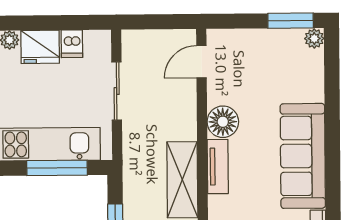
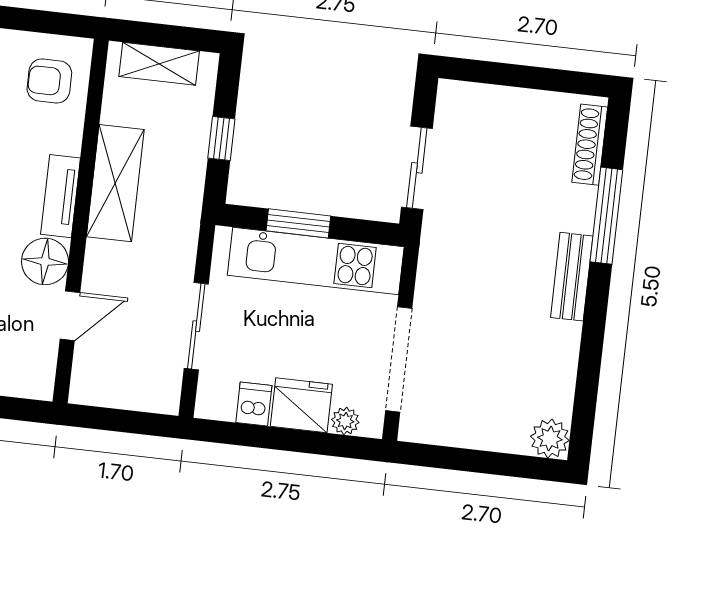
door: (202, 62) -> (70, 316), moved
window: (57, 168) -> (298, 223), width x0.69

